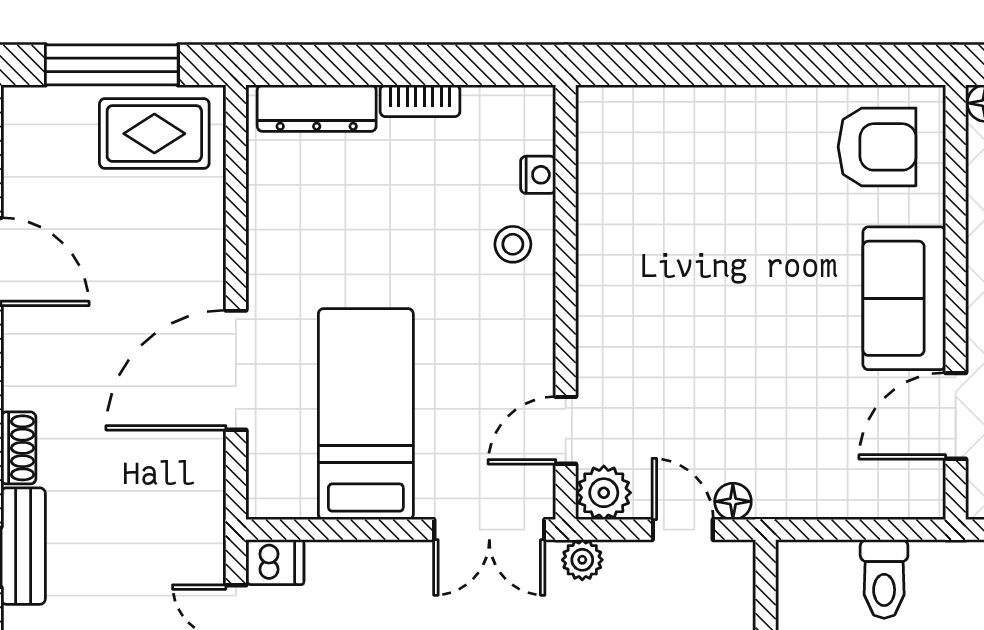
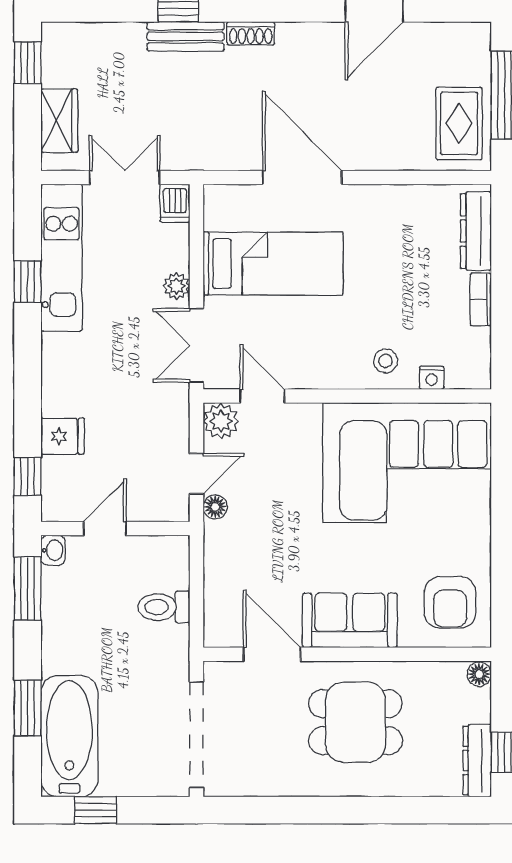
corner sofa: (666, 212) -> (407, 463), added
plant: (582, 560) -> (177, 286), moved

